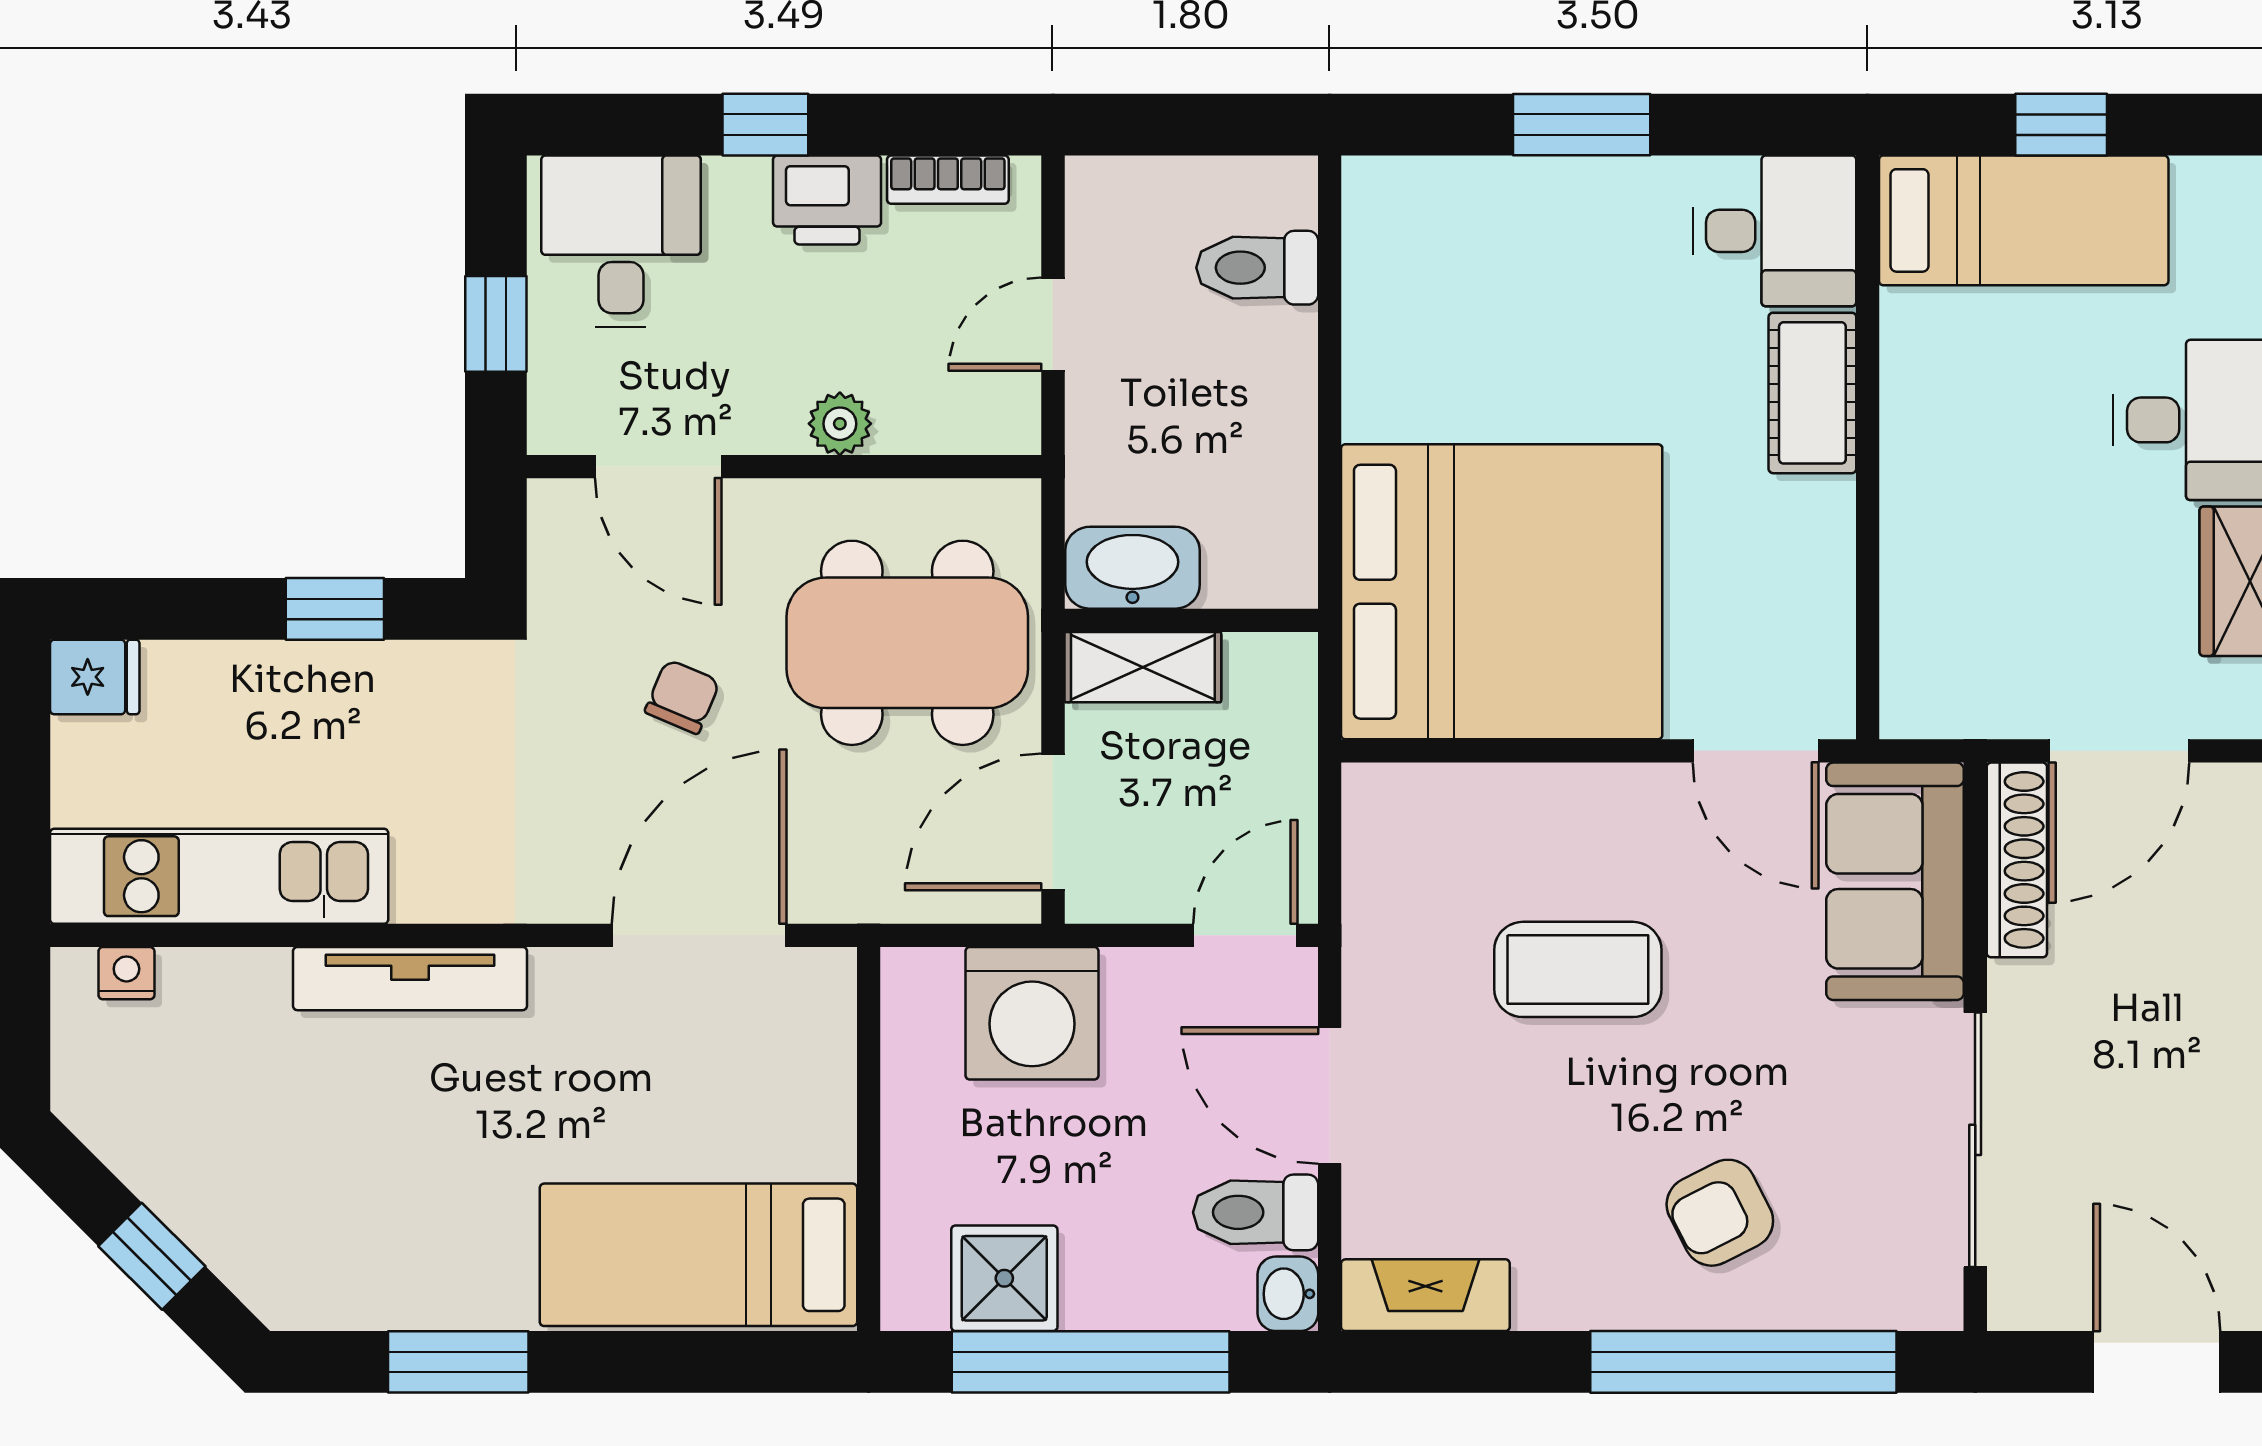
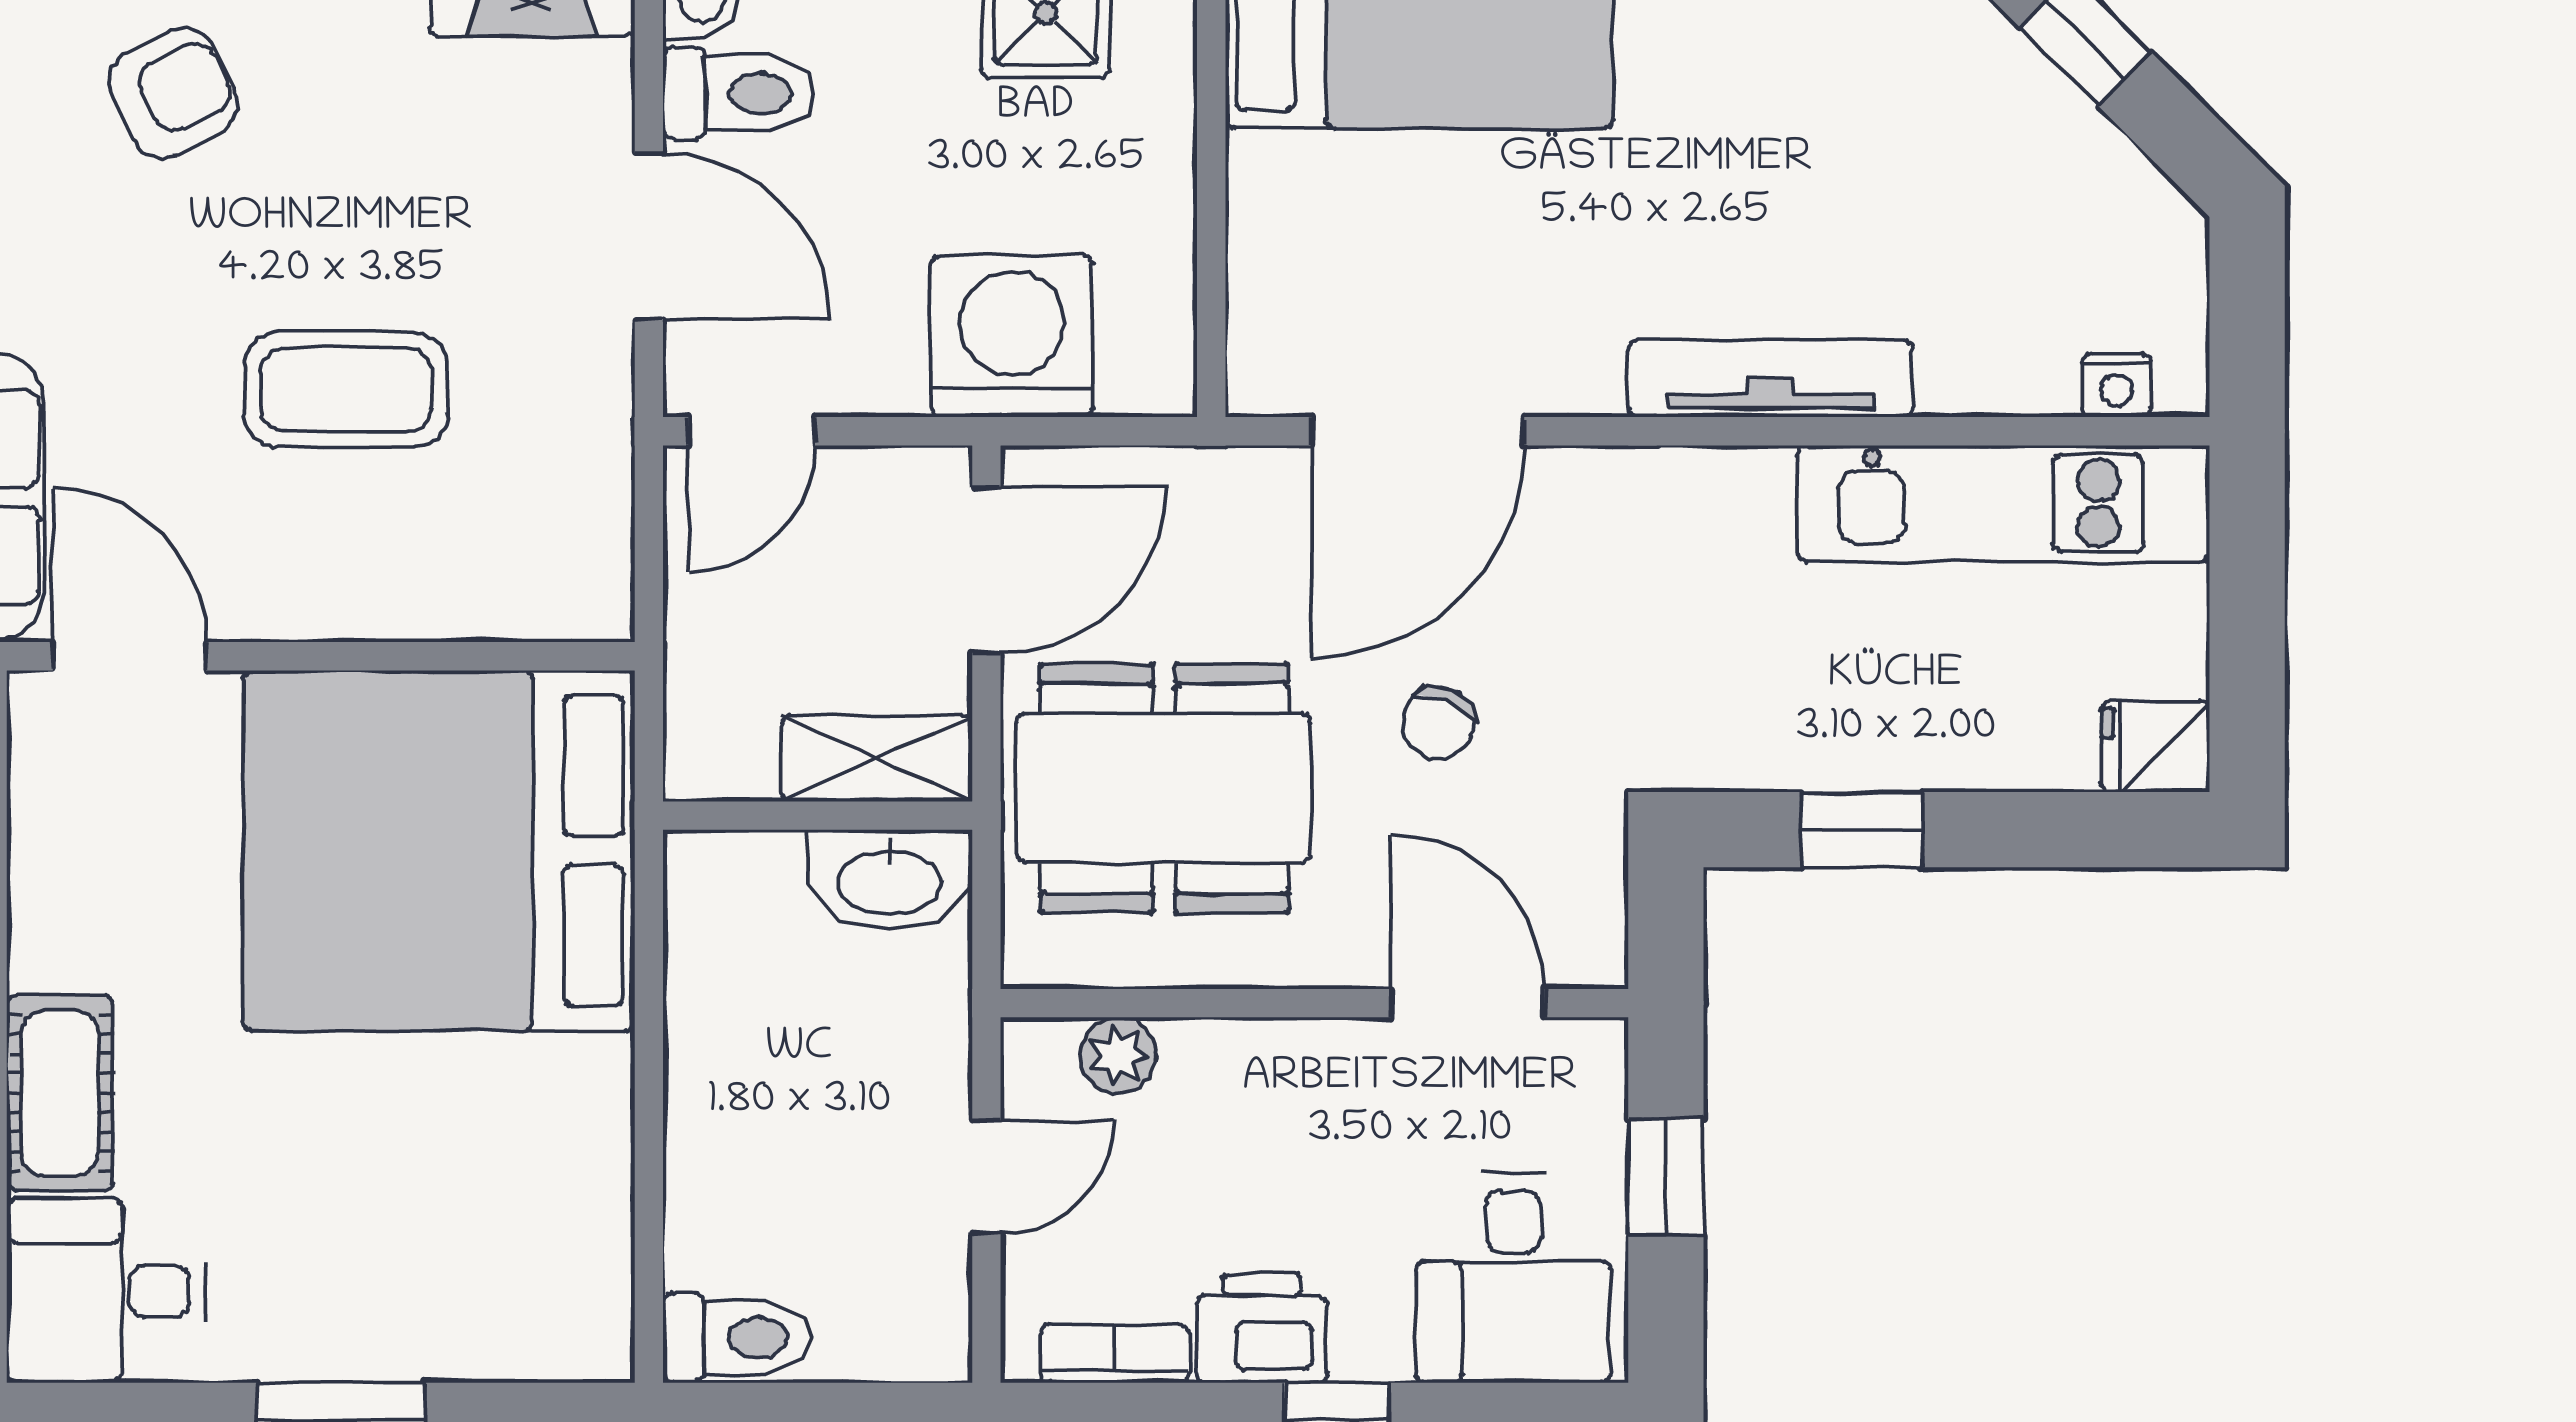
toilet: (1257, 268) -> (737, 1338), moved
plant: (840, 424) -> (1118, 1055), moved

